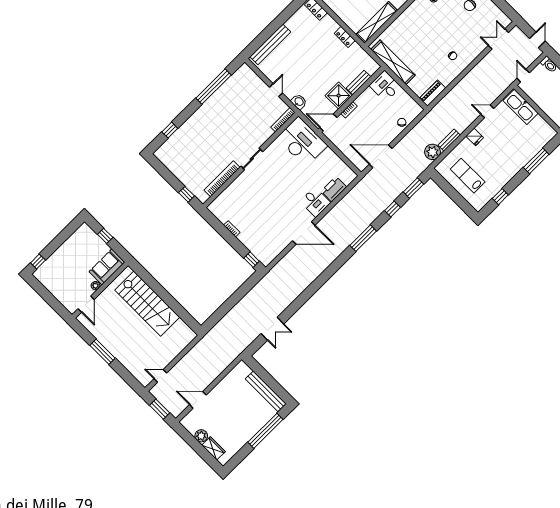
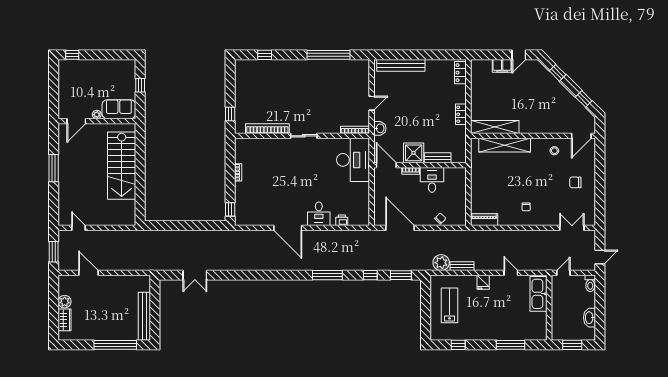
shelving: (393, 62) -> (505, 145), moved, turned 90
desk: (385, 86) -> (432, 180), moved
printer: (334, 189) -> (342, 220), width x0.53, depth x0.68

